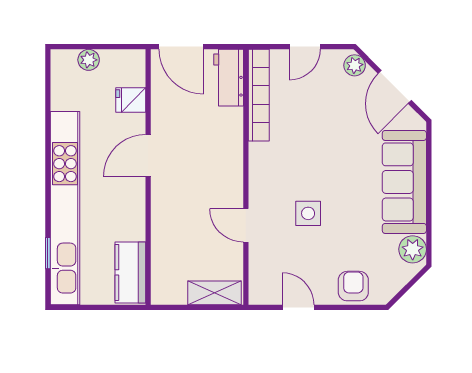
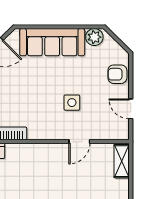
door: (298, 307) -> (131, 109), hinge flipped

